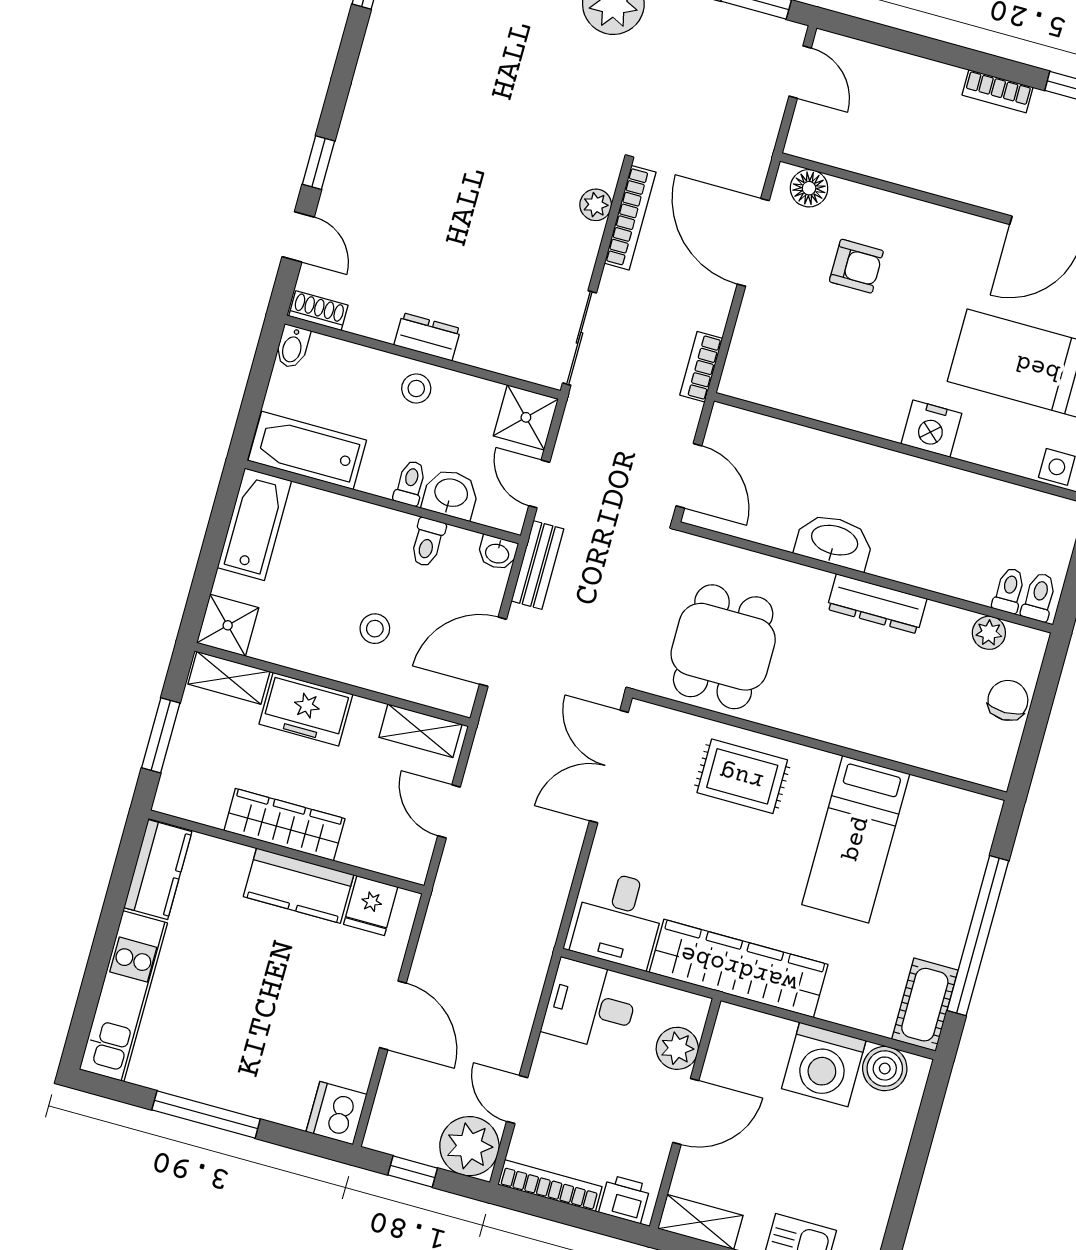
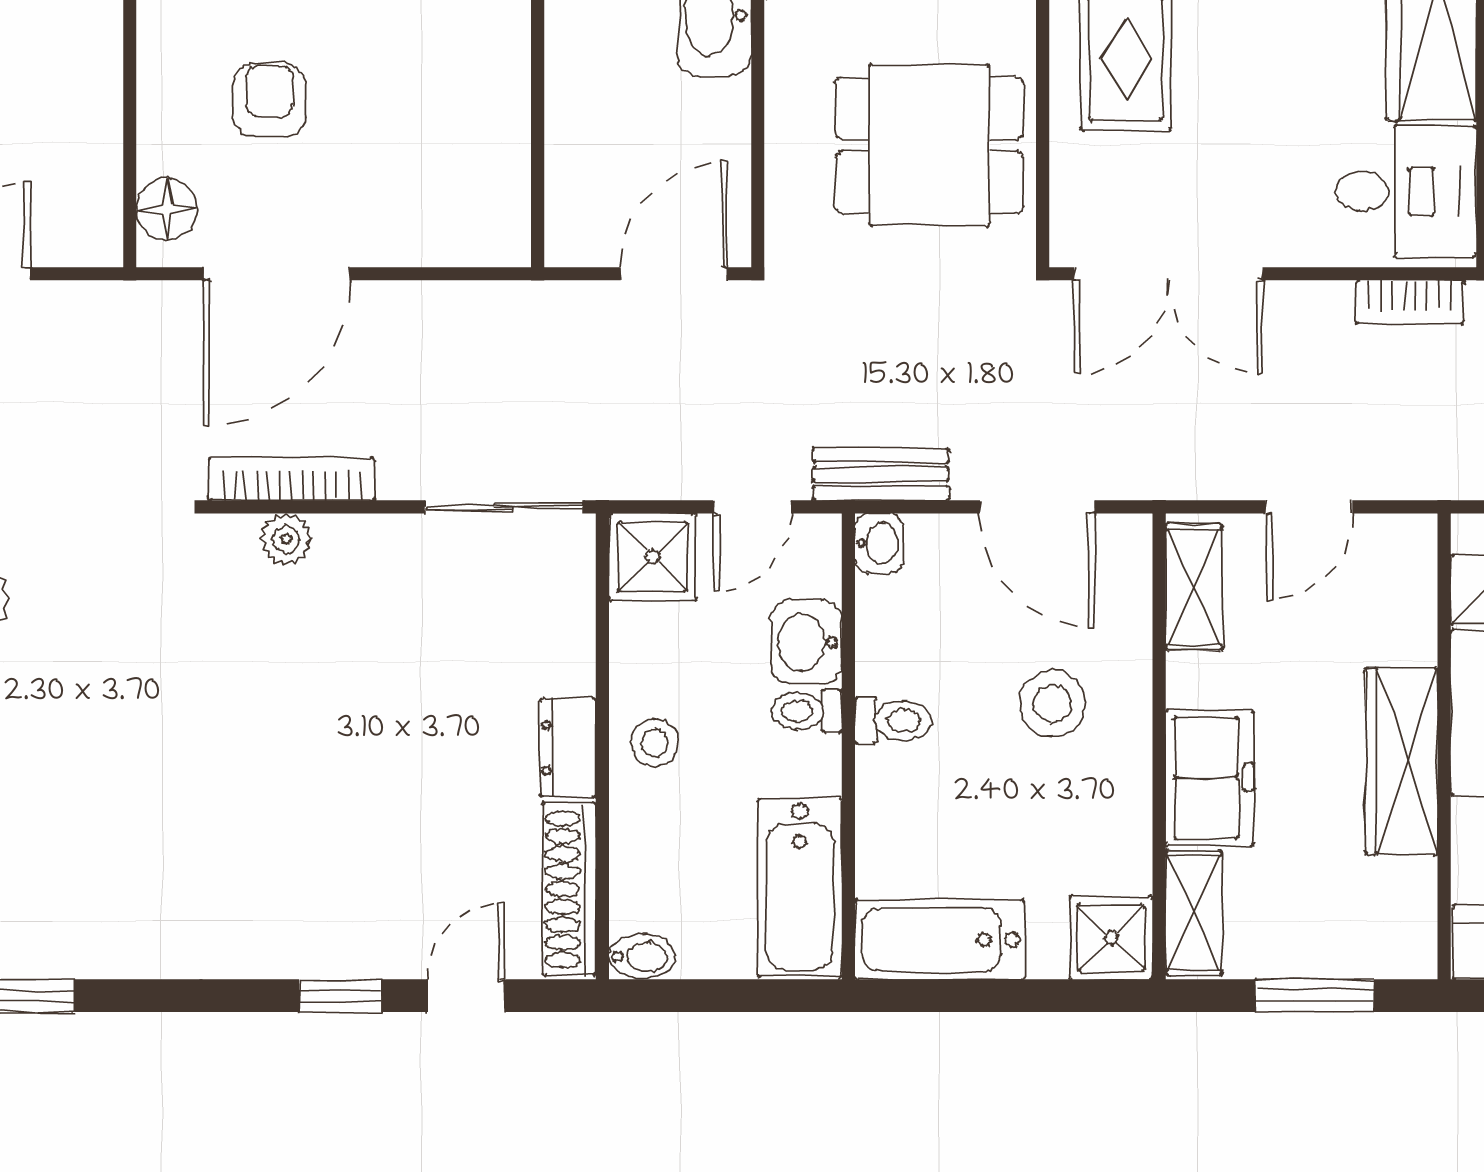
shoe rack: (318, 311) -> (569, 889), width x1.94, depth x1.24
bookcase: (701, 367) -> (1410, 302), moved
toilet: (428, 542) -> (893, 720), moved
stool: (375, 629) -> (1052, 704), width x1.37, depth x1.37

